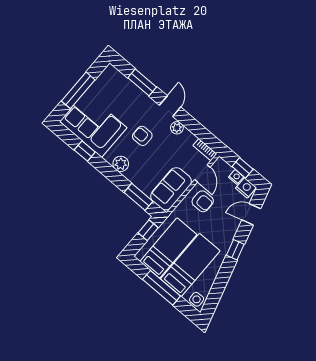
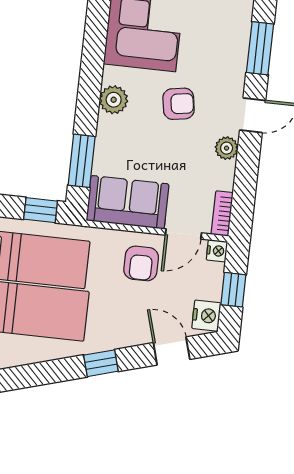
armchair: (142, 136) -> (179, 104), turned 81
window: (85, 151) -> (96, 31), removed
nightstand: (236, 177) -> (217, 251), moved

